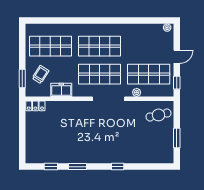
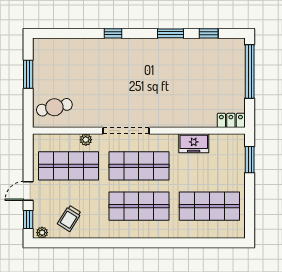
trolley: (41, 74) -> (69, 218), moved
window: (177, 83) -> (28, 219), moved
window: (22, 140) -> (250, 71), added

